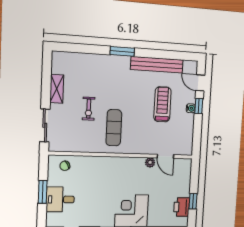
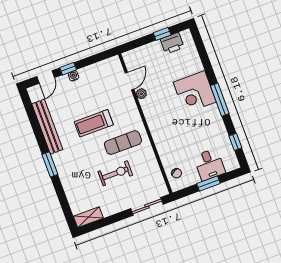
shelving: (57, 89) -> (88, 217), moved
treadmill: (162, 104) -> (94, 123), moved
exercise bike: (89, 109) -> (115, 173), width x1.38, depth x1.39

